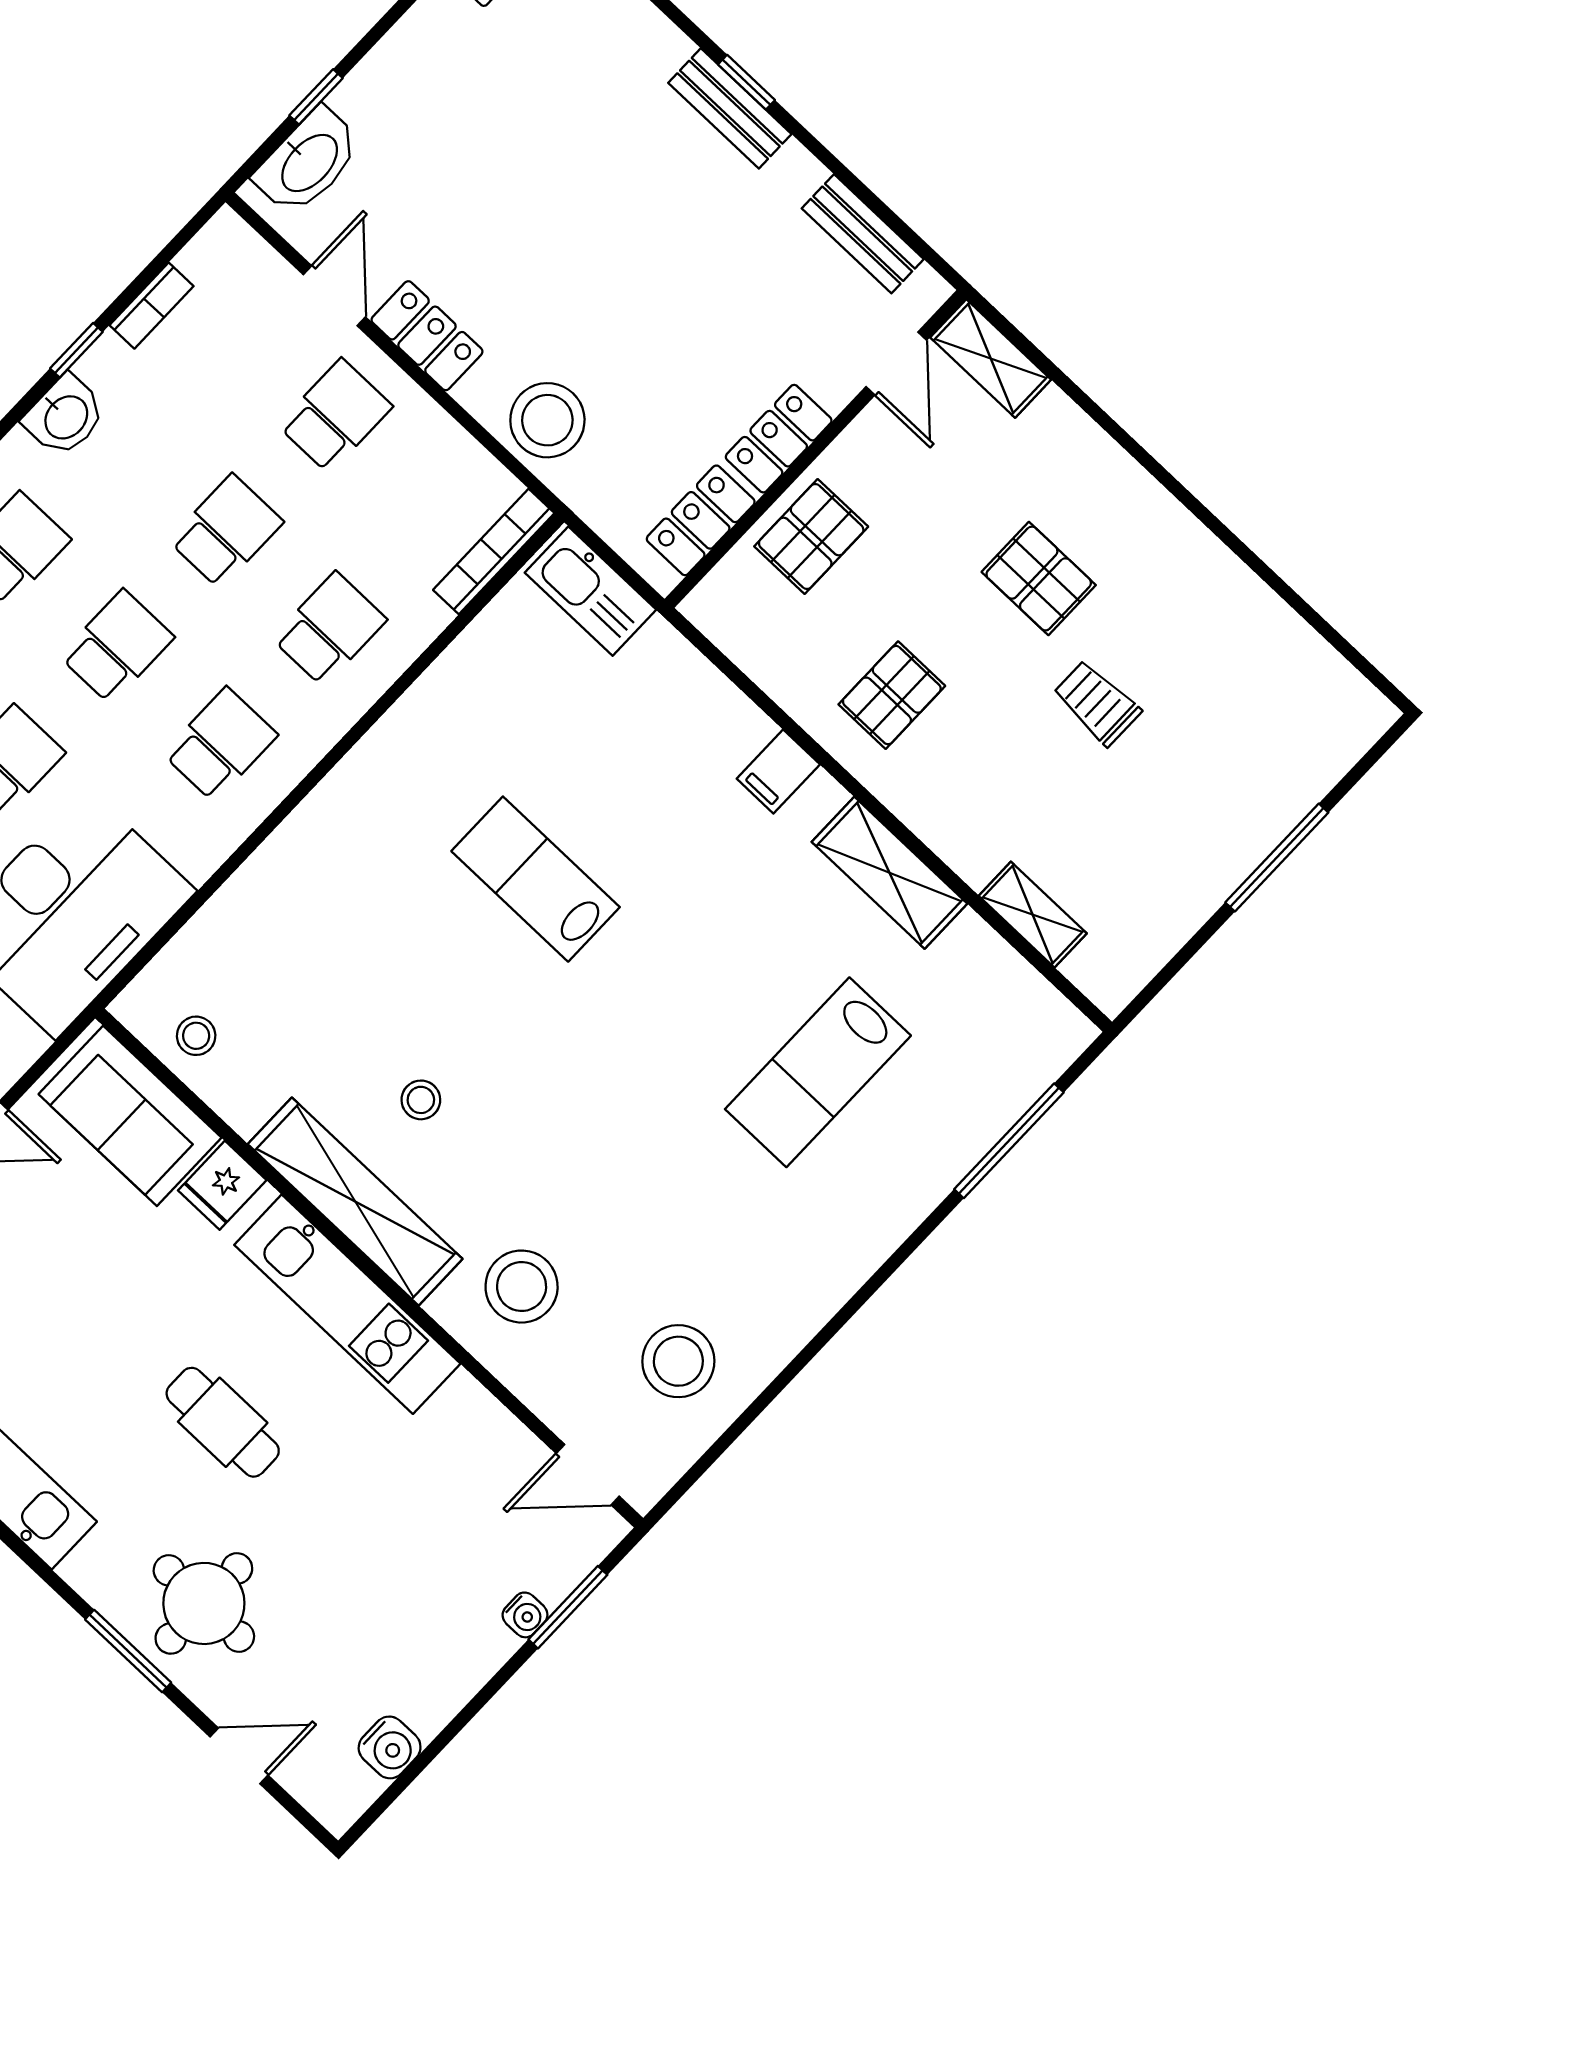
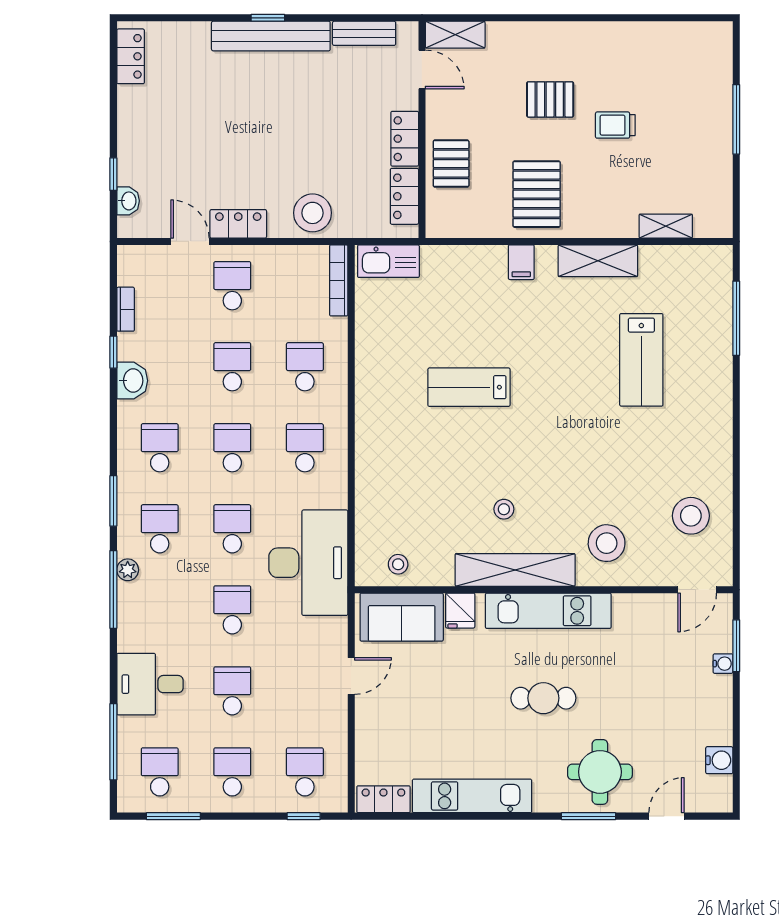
bench: (730, 108) -> (271, 36), width x1.86, depth x1.21
washbasin: (308, 162) -> (128, 201), width x0.52, depth x0.69
pallet: (892, 695) -> (537, 194), width x1.50, depth x1.42

